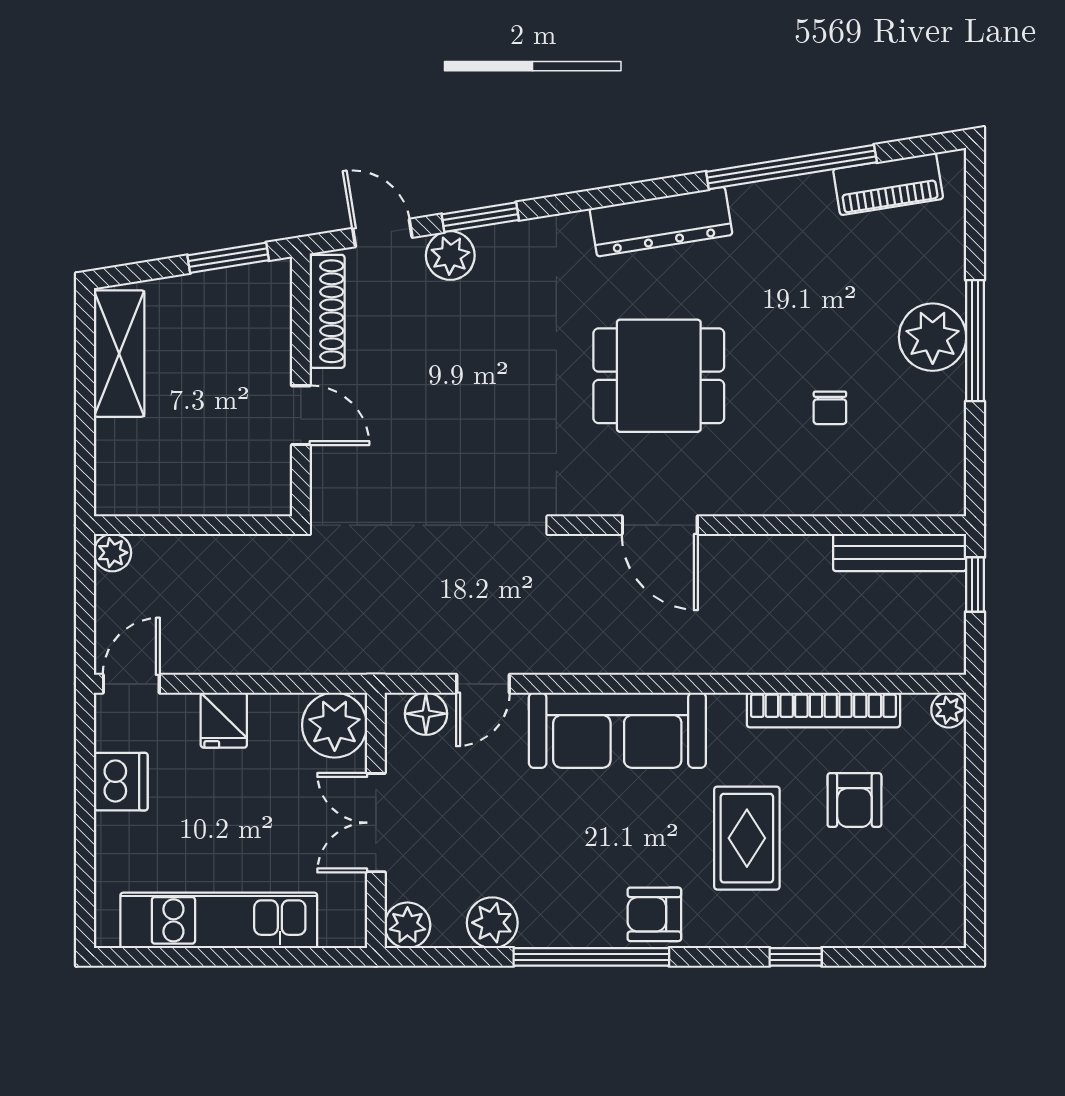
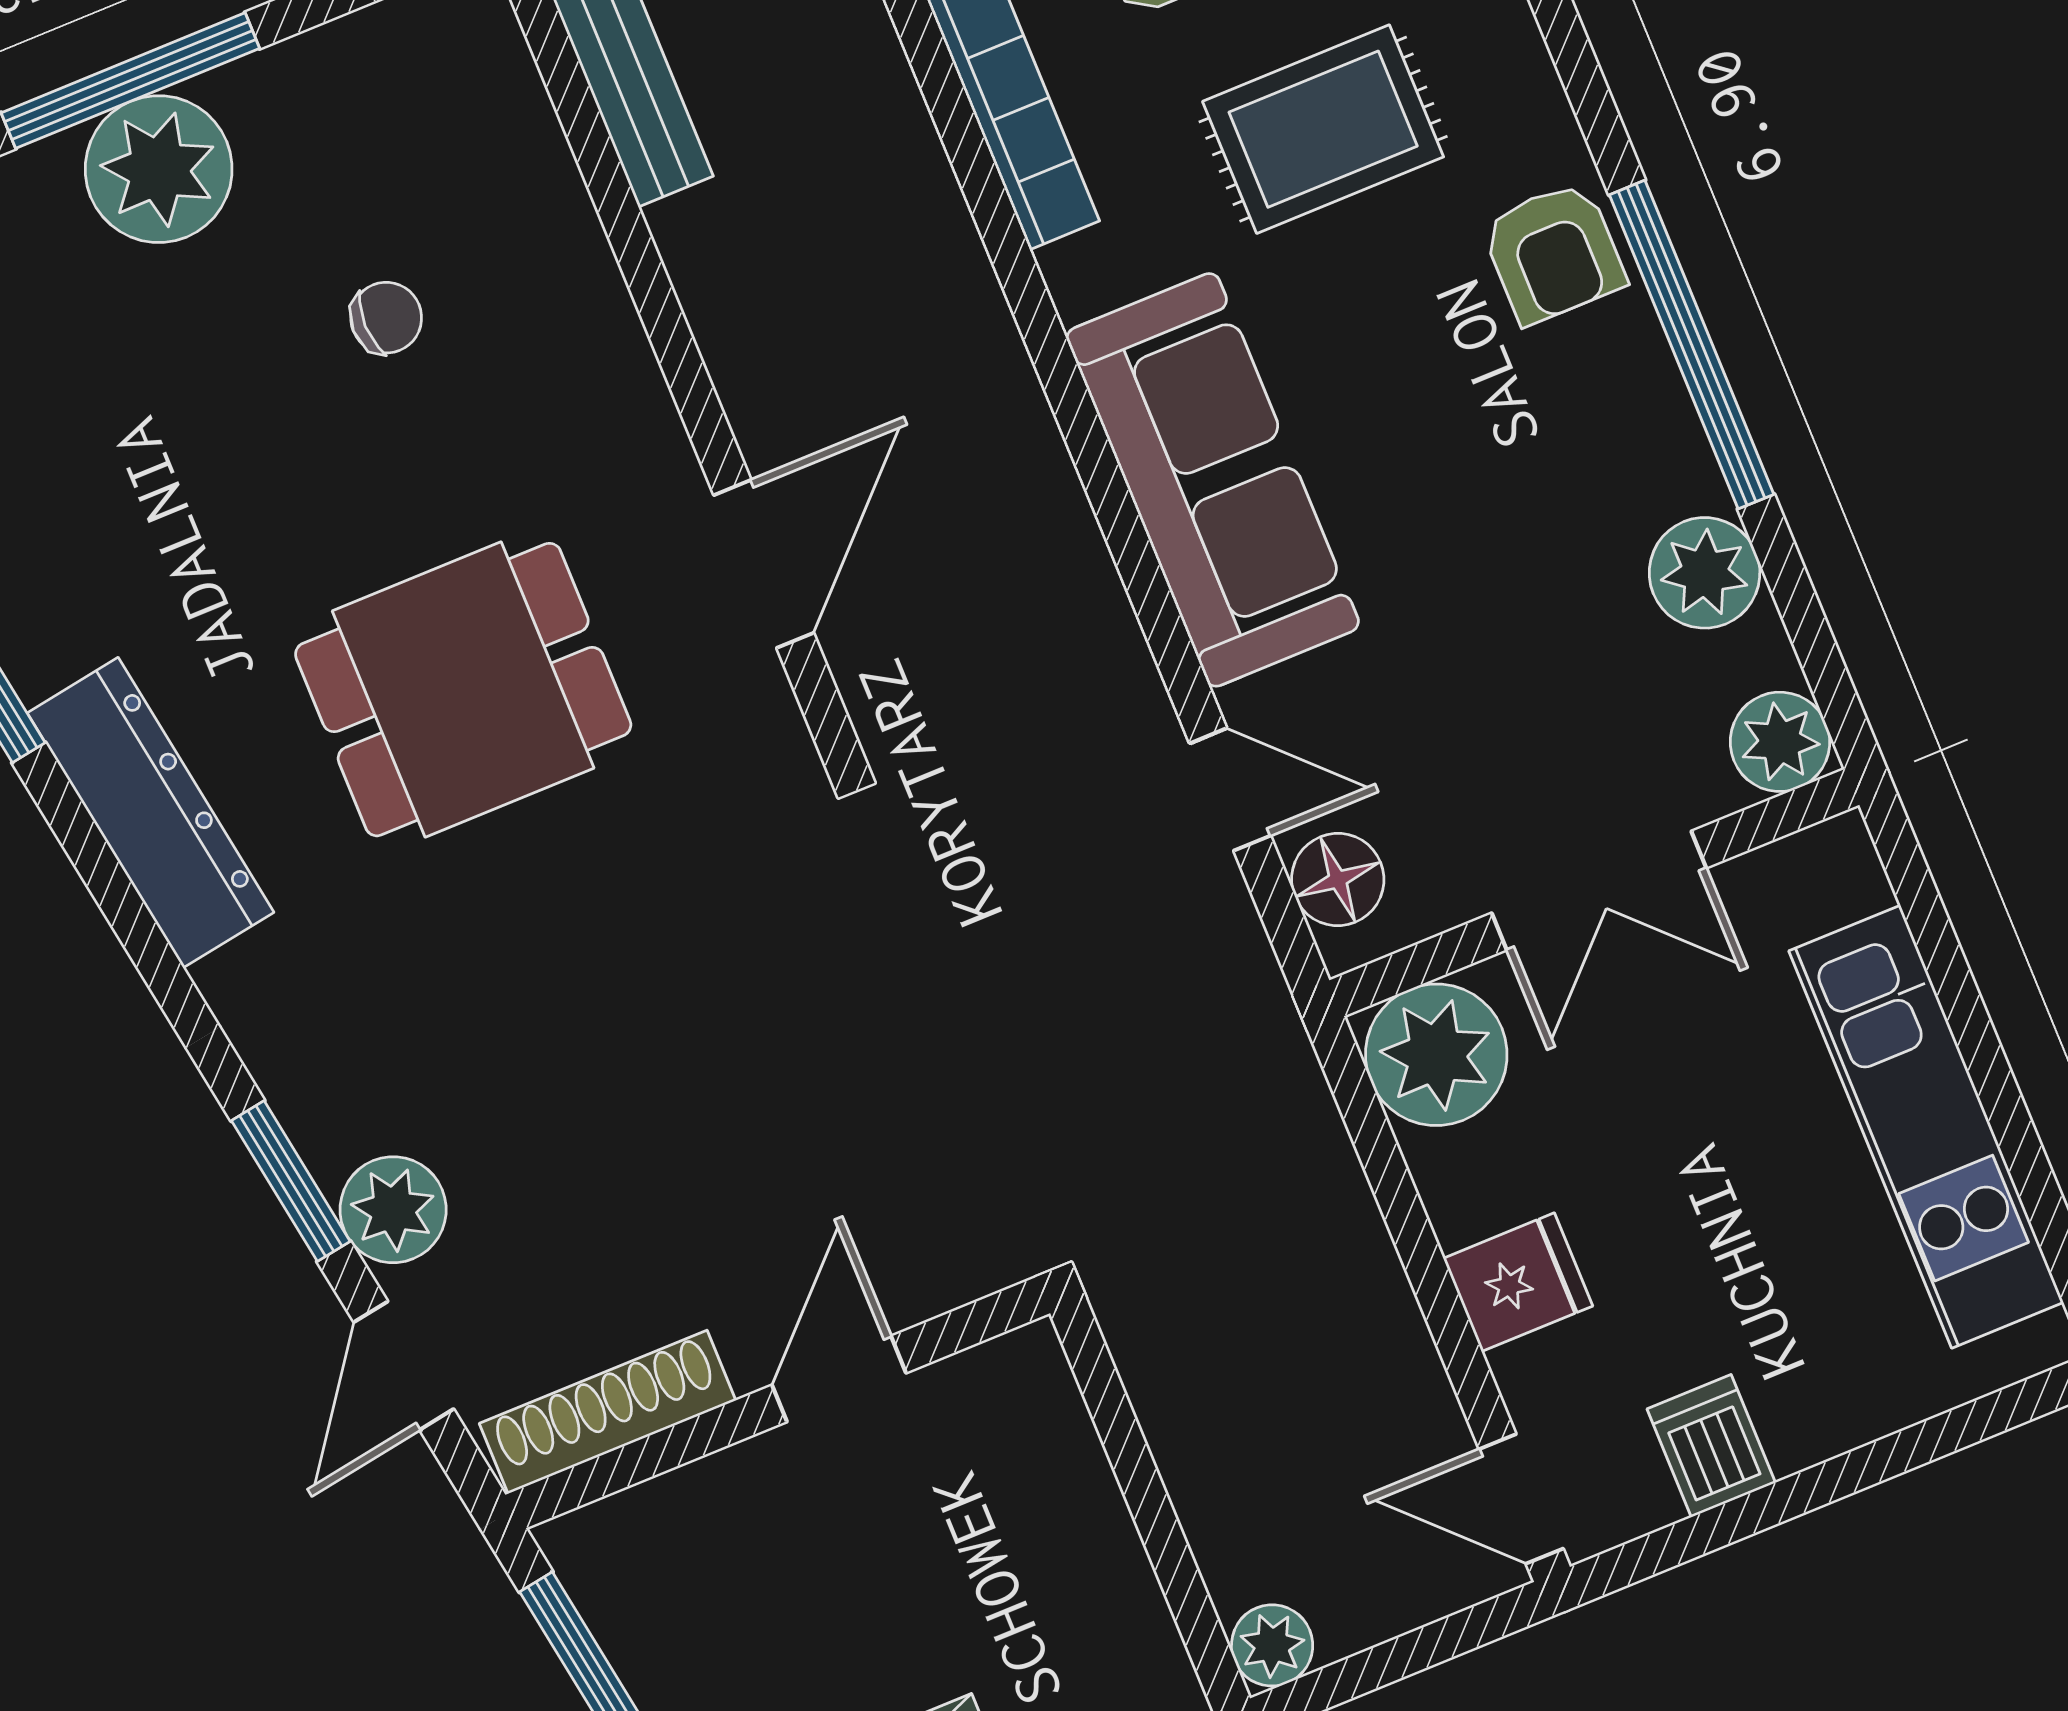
dining table: (659, 376) -> (463, 690), turned 90
dishwasher: (121, 782) -> (1711, 1446), width x0.73

